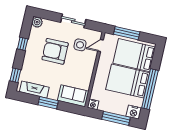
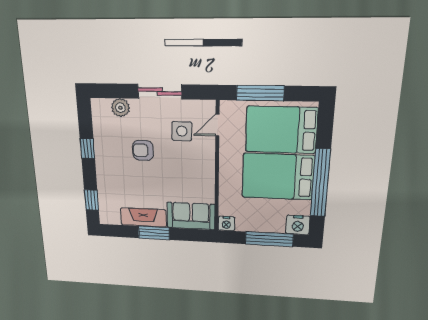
plant: (37, 22) -> (120, 108), moved
armchair: (55, 51) -> (143, 150), width x0.53, depth x0.53
fireplace: (34, 90) -> (143, 217), moved

